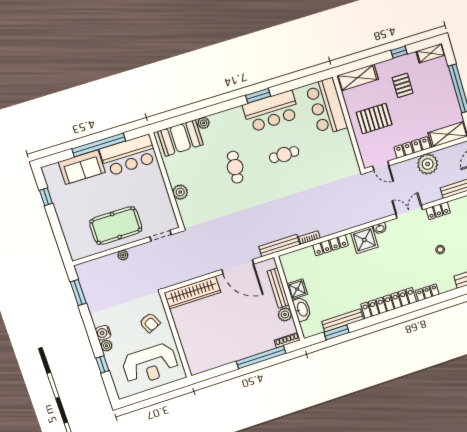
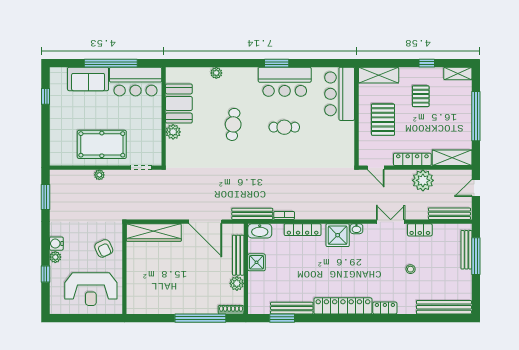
pallet: (374, 119) -> (383, 120), turned 90
booth: (180, 138) -> (179, 104), moved, turned 90
washbasin: (302, 309) -> (260, 231), moved, turned 90

